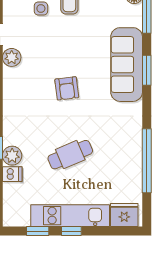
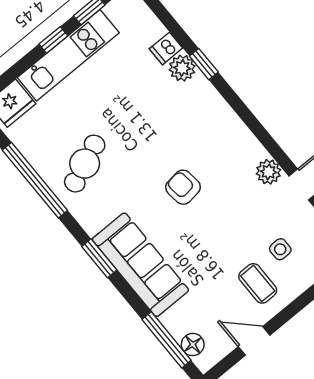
window: (147, 70) -> (99, 258), moved
cafe table: (70, 155) -> (85, 164), moved

